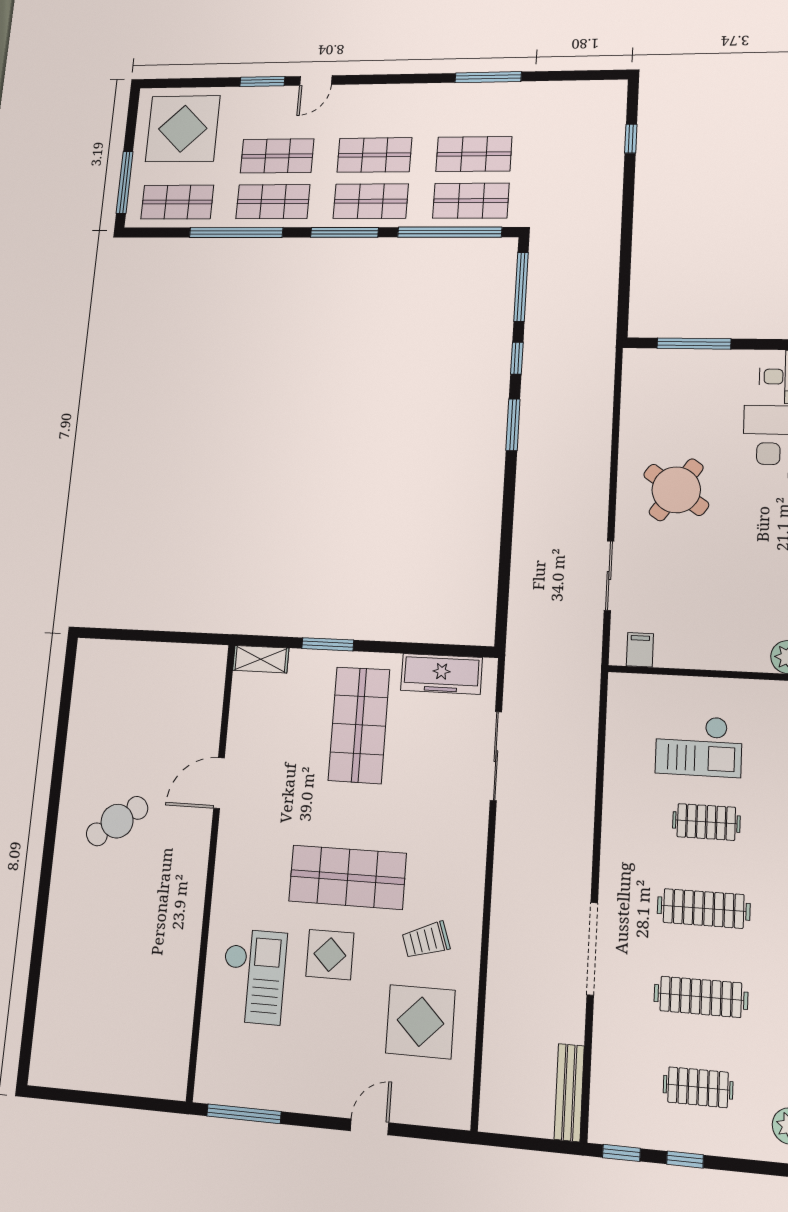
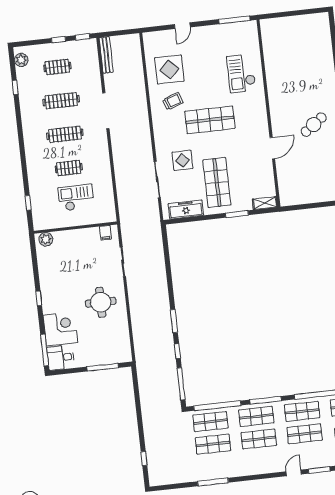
round table: (676, 490) -> (101, 302), turned -35
display table: (330, 955) -> (182, 160), moved

